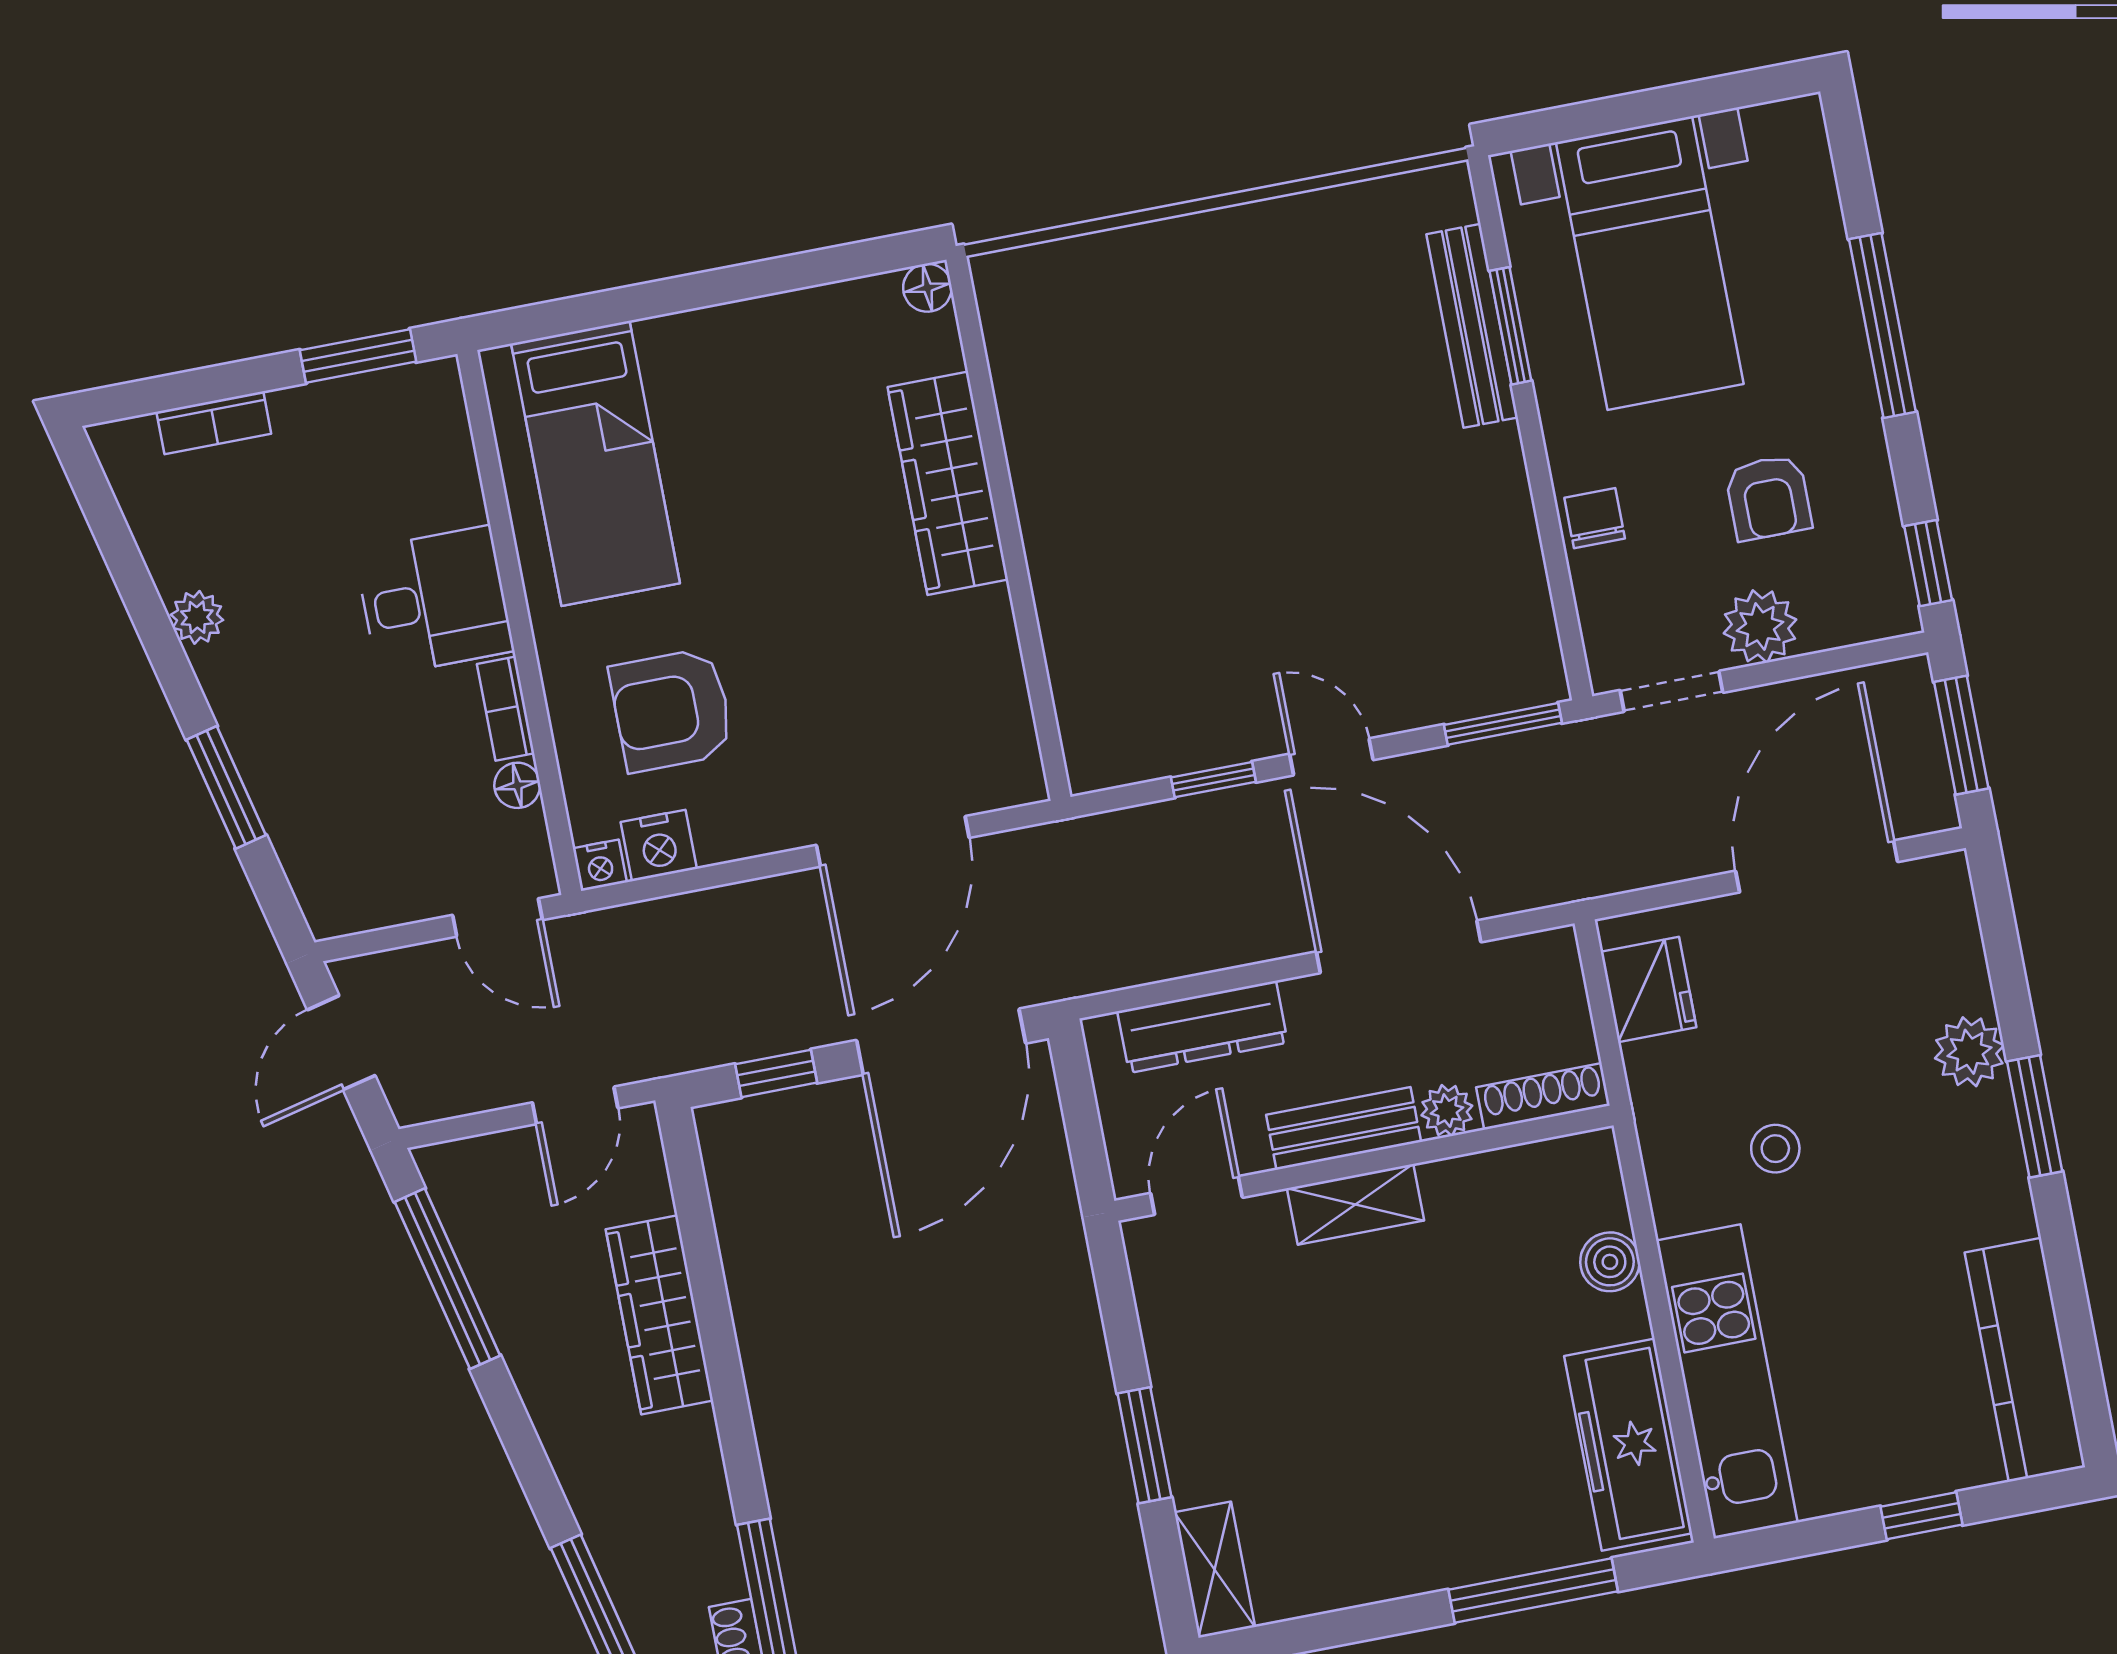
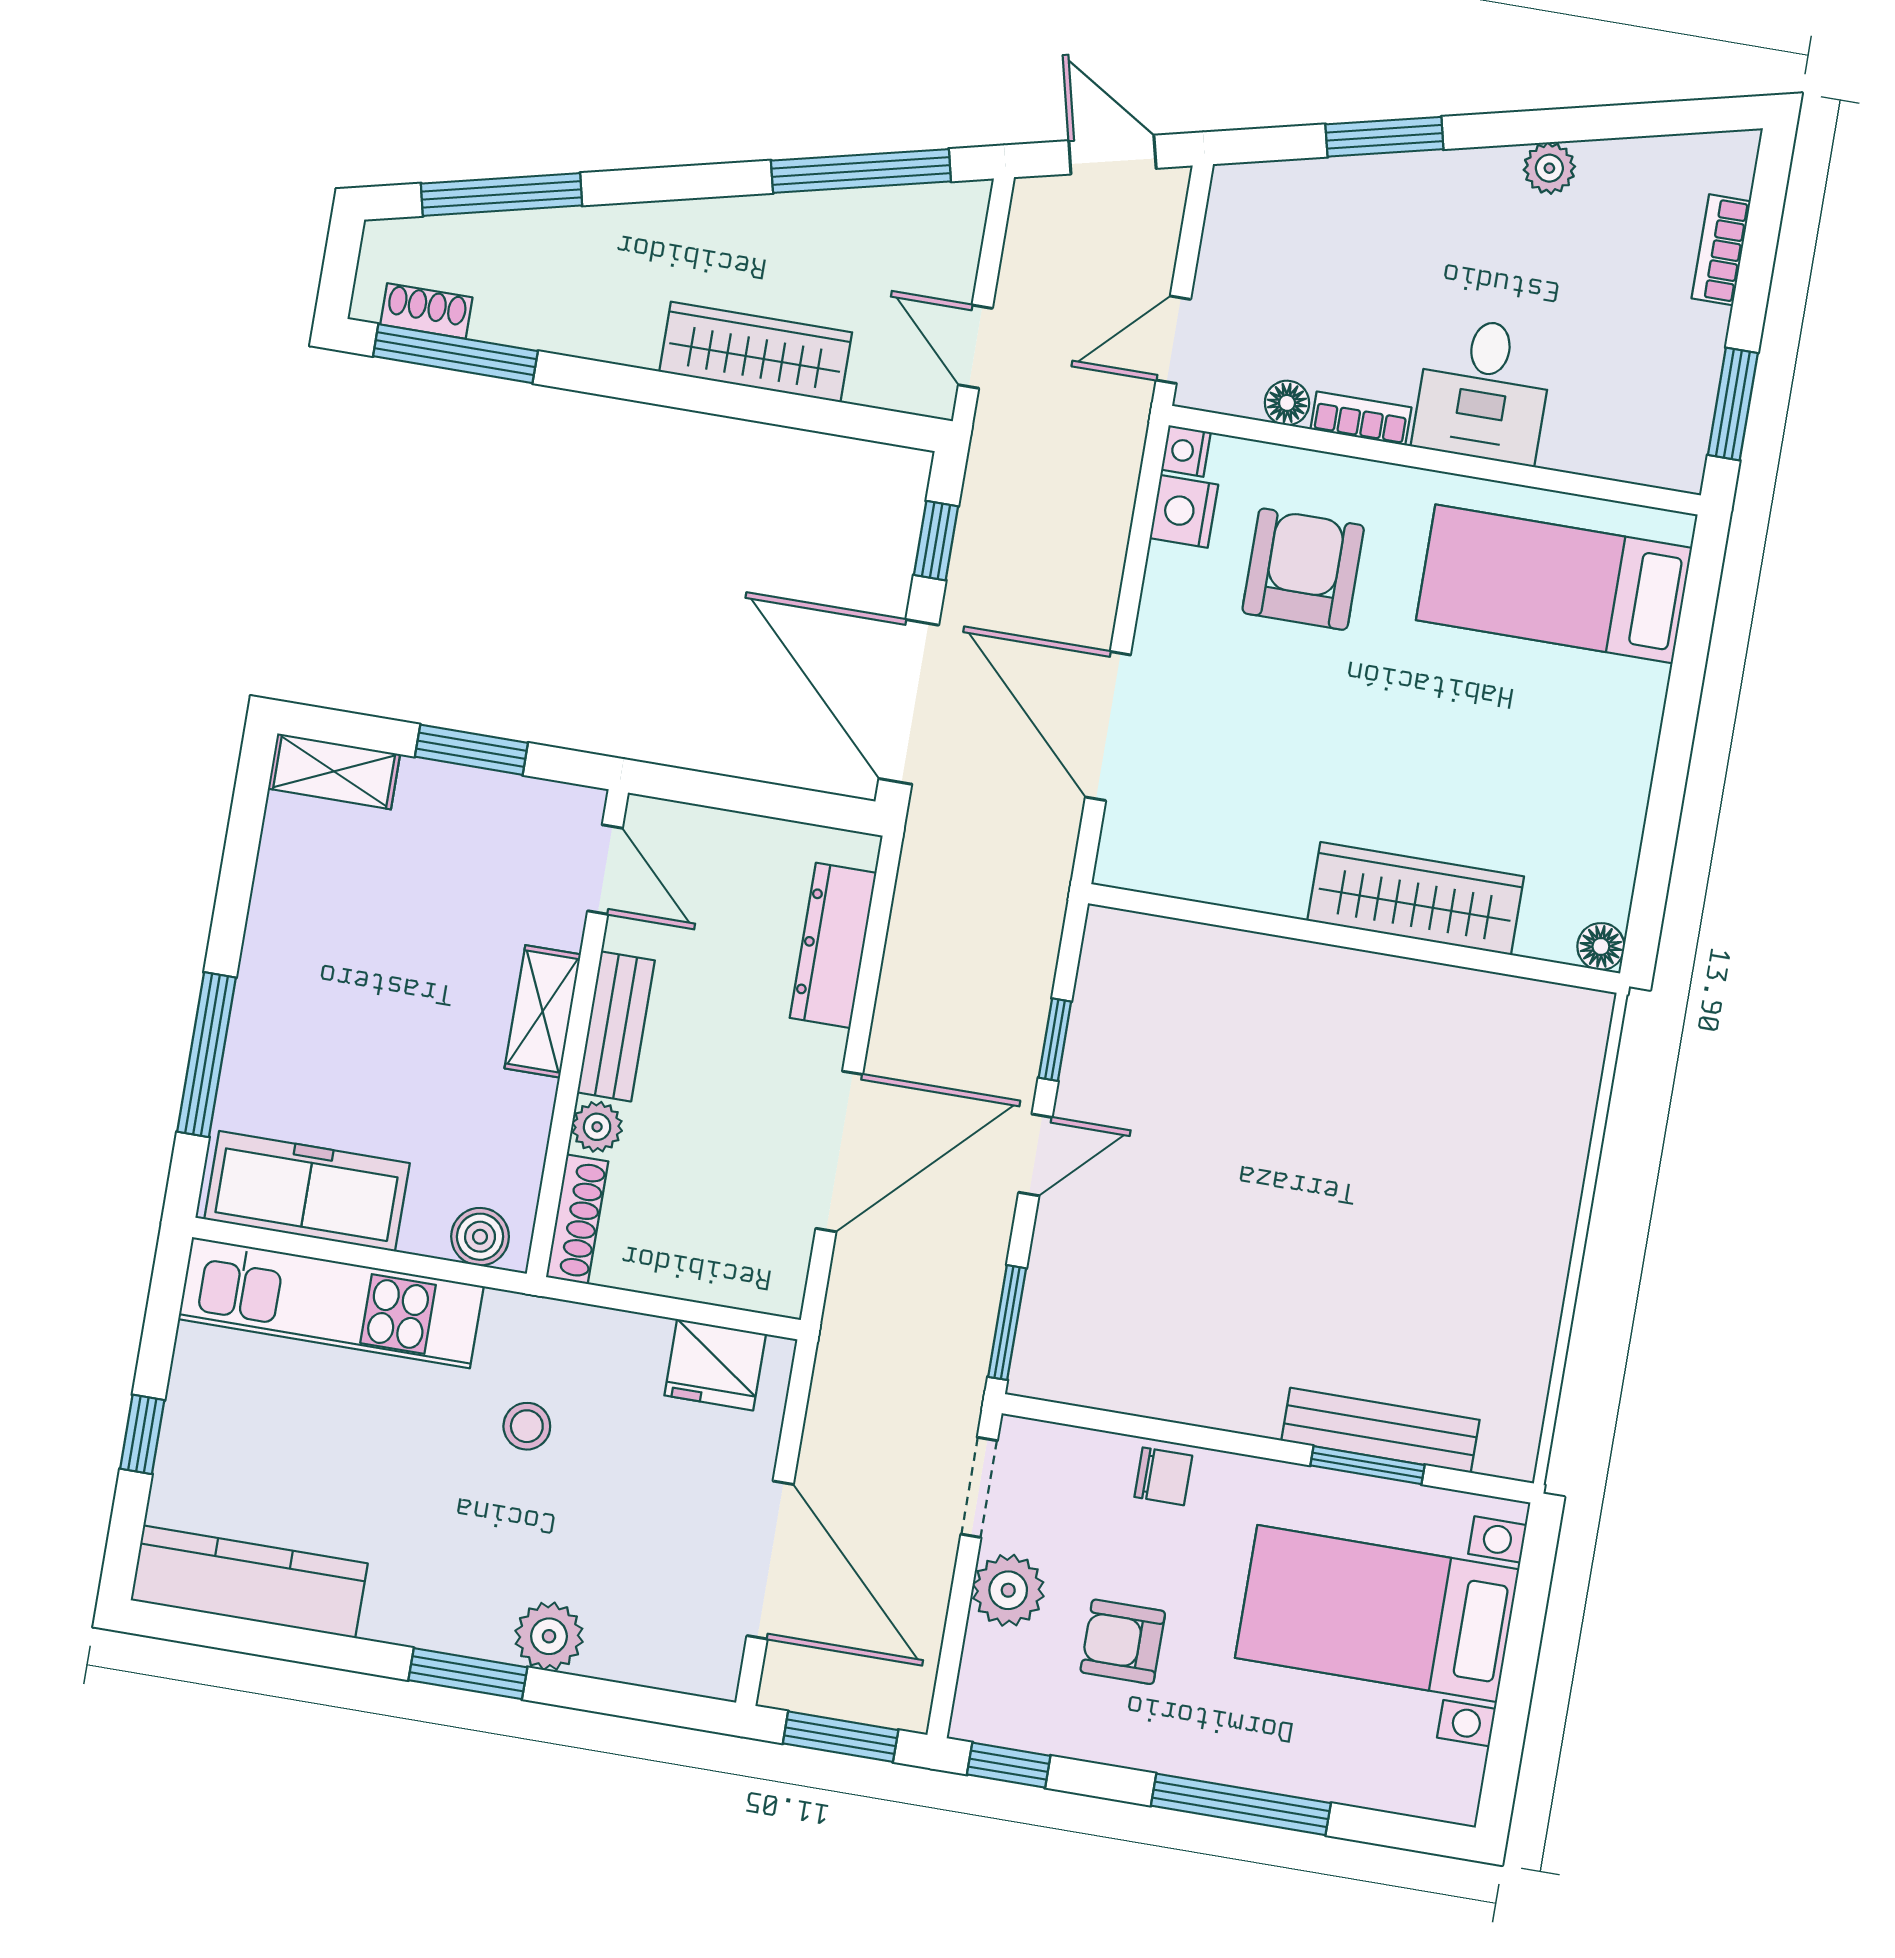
shoe rack: (1543, 1096) -> (577, 1219), moved
plant: (1447, 1111) -> (597, 1127), moved
bench: (1344, 1128) -> (616, 1026), moved
wall: (1364, 1163) -> (577, 1033), moved
door: (1197, 1195) -> (605, 870), moved
shelving: (1355, 1204) -> (543, 1011), moved

